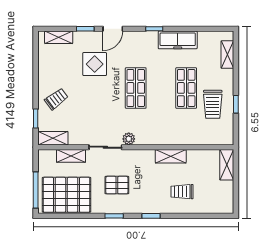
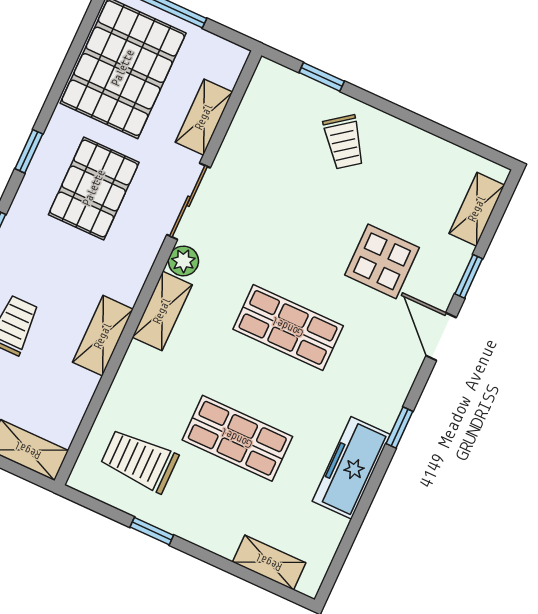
trolley: (213, 104) -> (139, 461), moved
shelving: (53, 138) -> (162, 311), moved
pallet: (117, 185) -> (94, 188), width x1.50, depth x1.42

